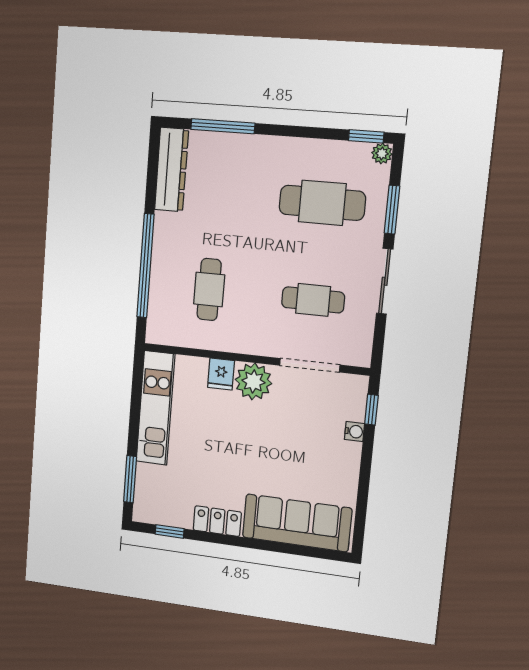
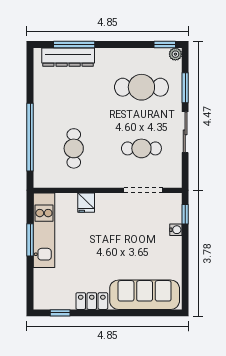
dresser: (172, 170) -> (68, 57), moved, turned 90
plant: (253, 381) -> (108, 205), removed
window: (130, 479) -> (30, 240), moved

